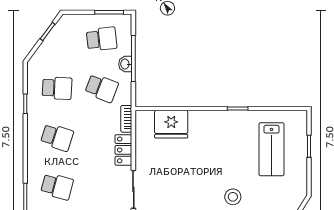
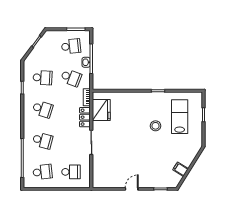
fridge: (171, 124) -> (101, 110), moved, turned -90
lab bench: (271, 149) -> (180, 117), turned 180
stool: (233, 197) -> (156, 126), moved

